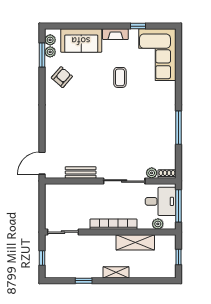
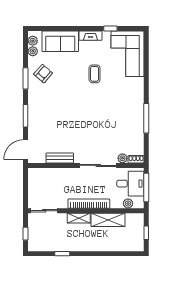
window: (42, 55) -> (26, 78), moved
window: (42, 125) -> (26, 116), added
shelving: (116, 272) -> (79, 218), moved

